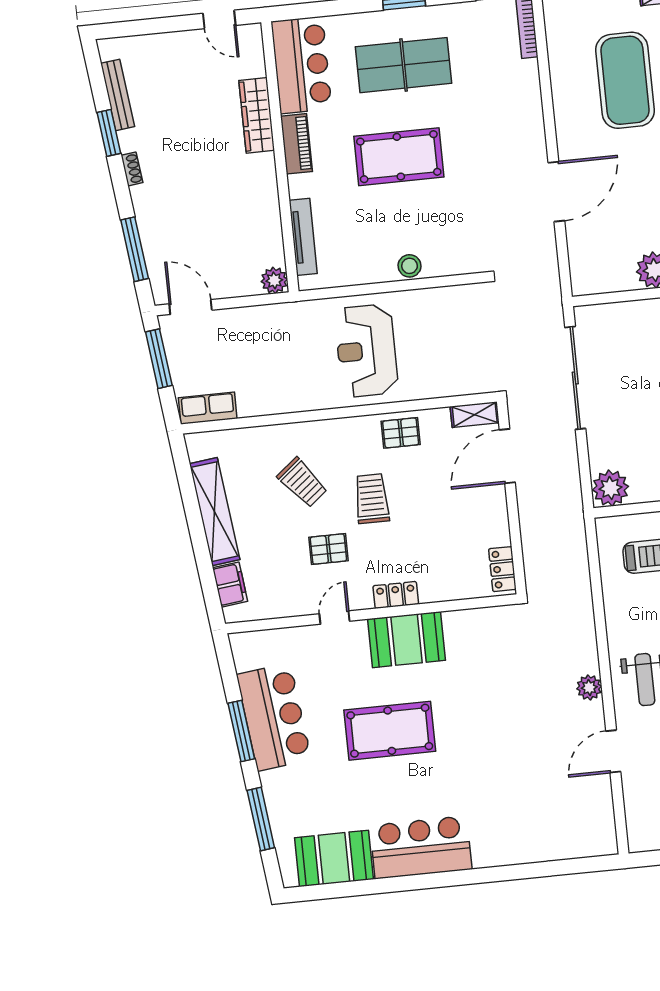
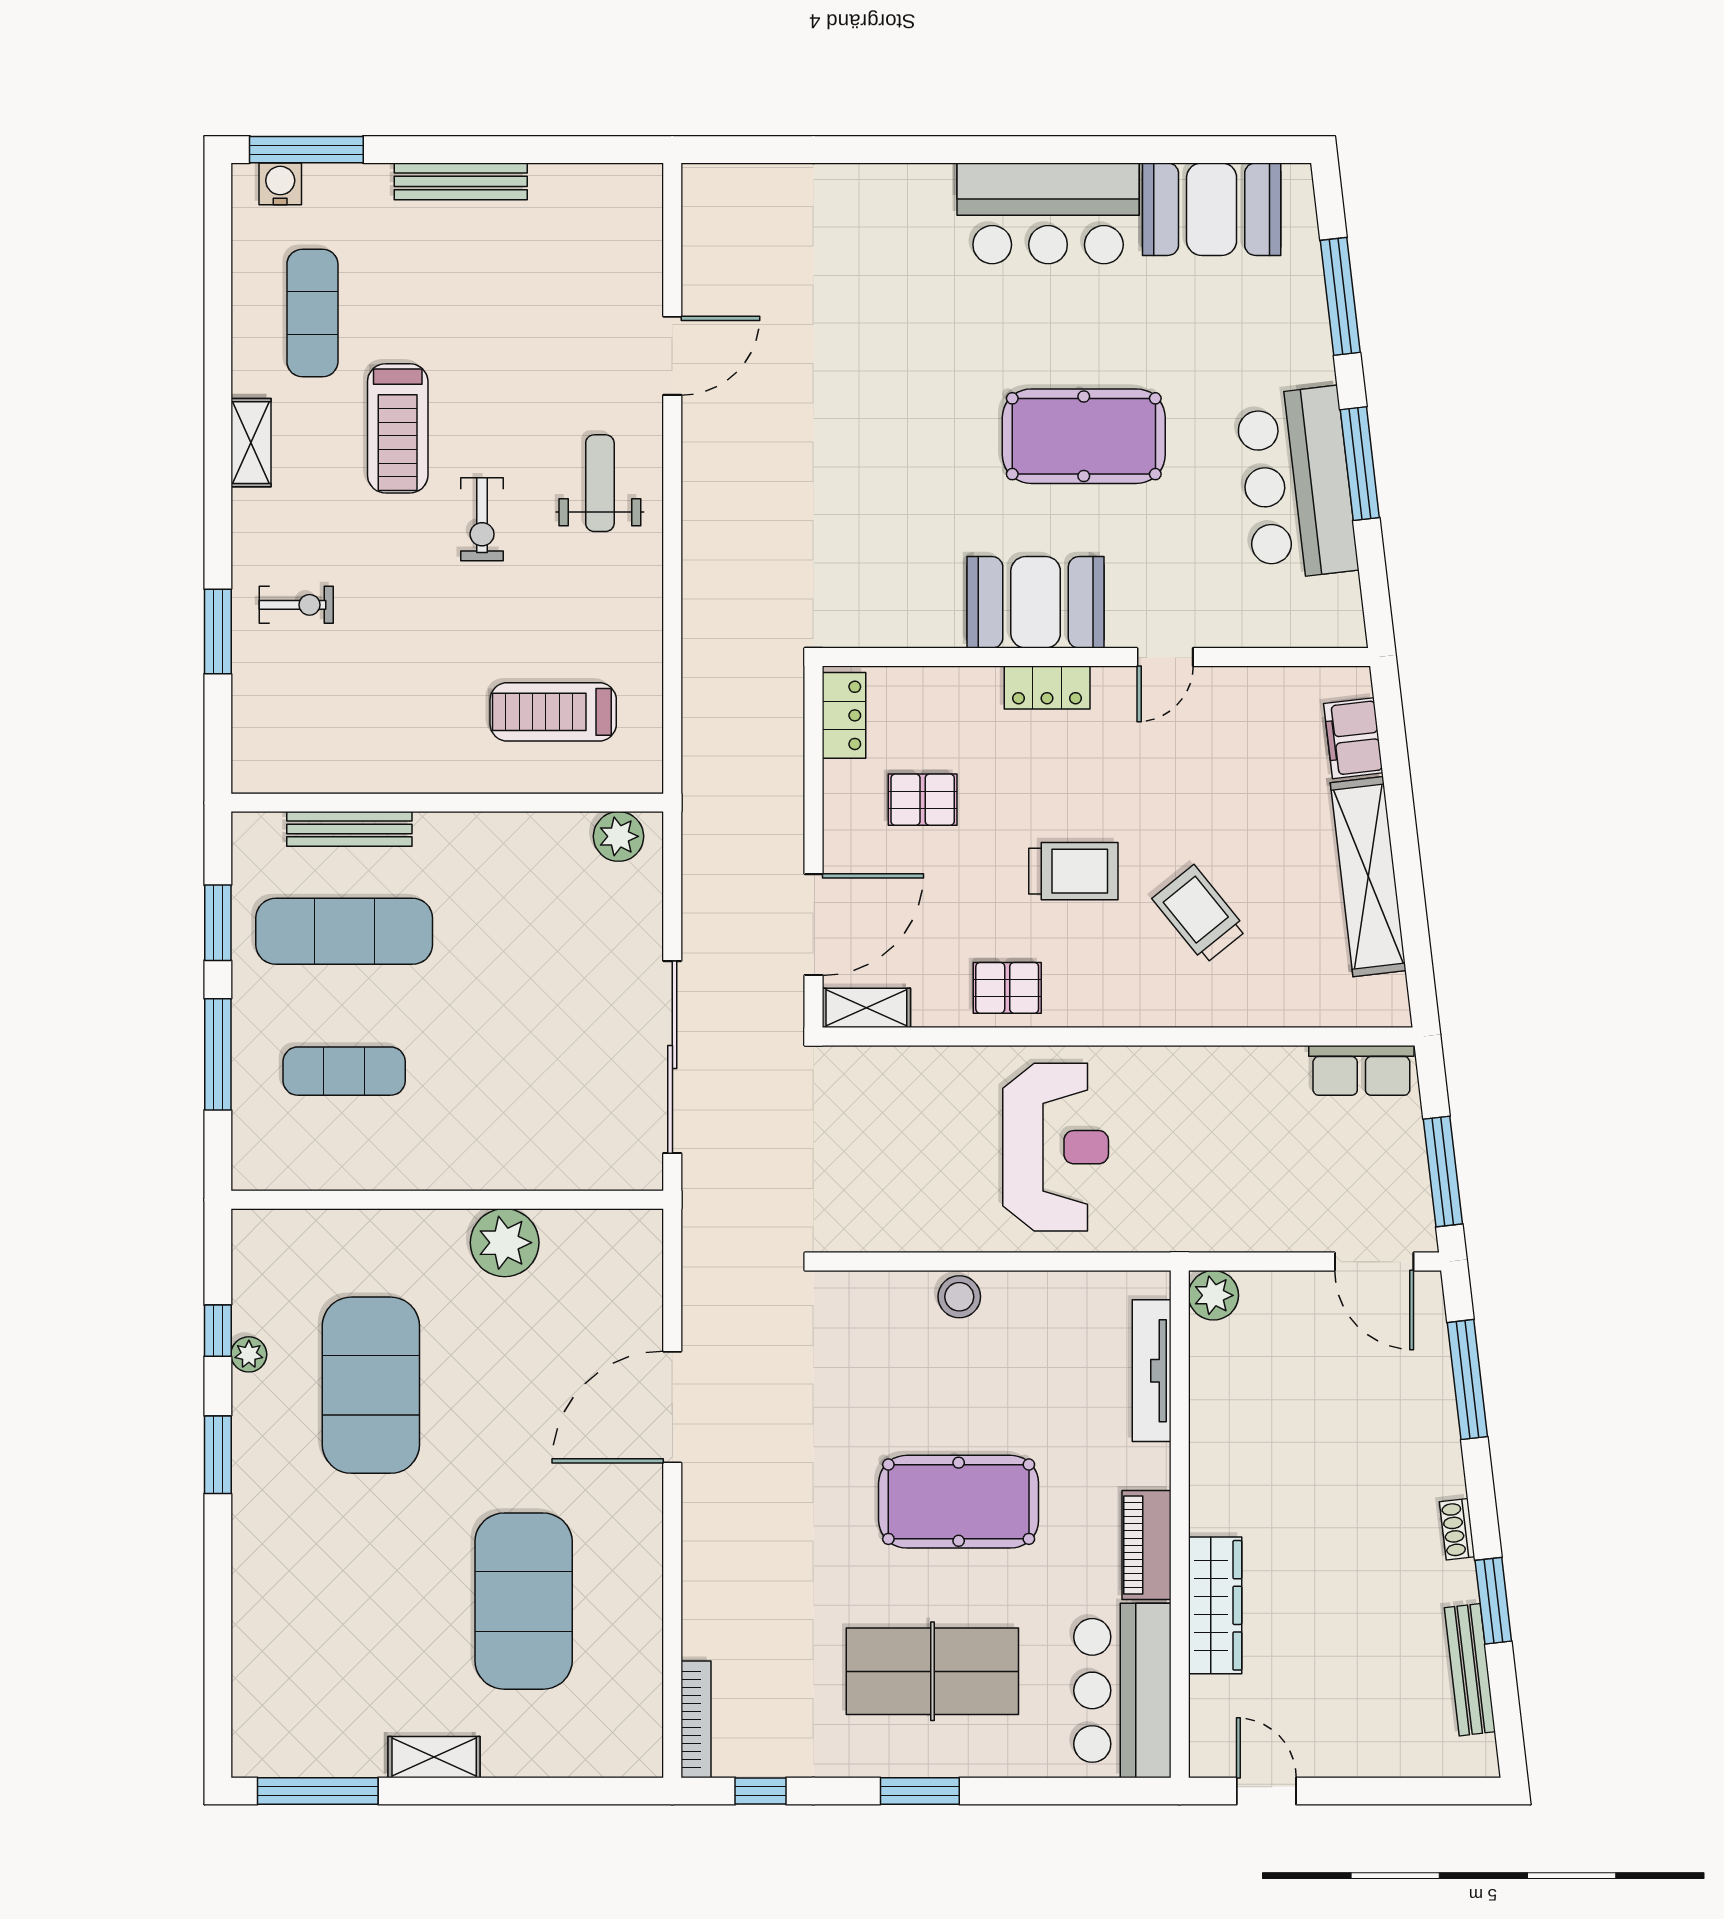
plant: (610, 488) -> (619, 836), width x0.73, depth x0.73
trolley: (372, 499) -> (1073, 871), turned -90
pallet: (328, 549) -> (923, 800), moved
plant: (589, 688) -> (705, 479), removed

